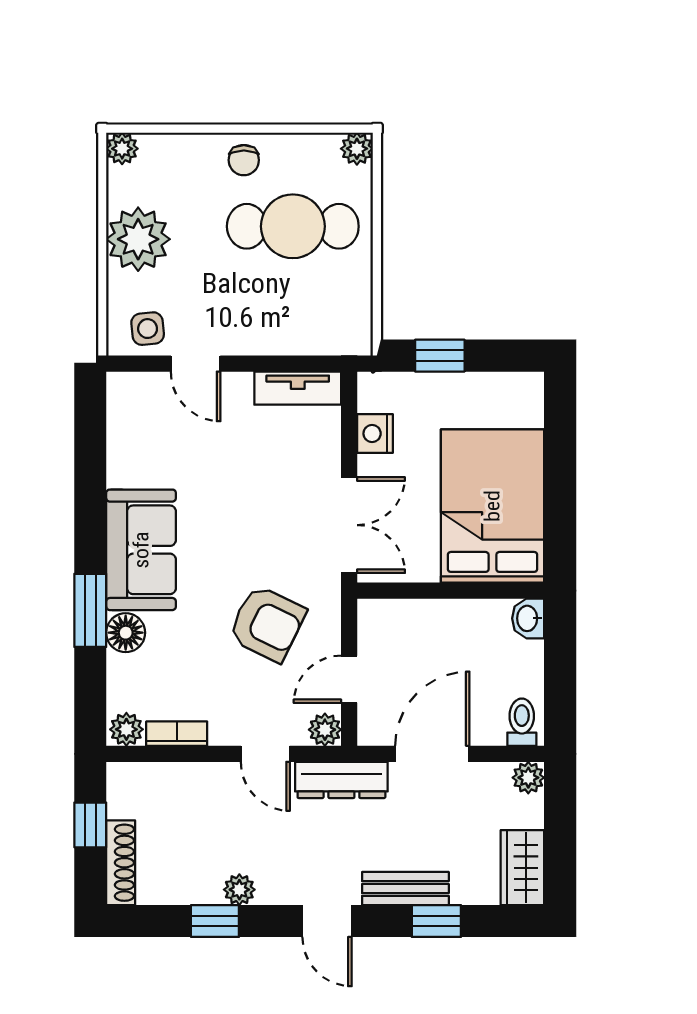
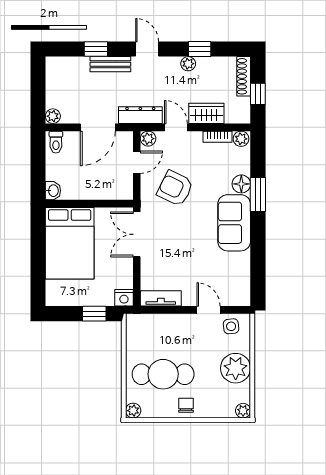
nightstand: (375, 434) -> (124, 298), moved, turned 90
wardrobe: (522, 868) -> (206, 113), moved, turned -90

